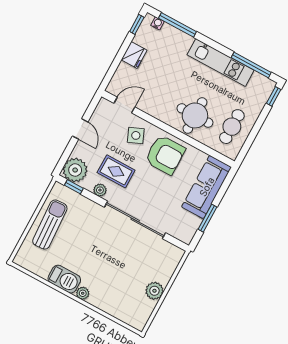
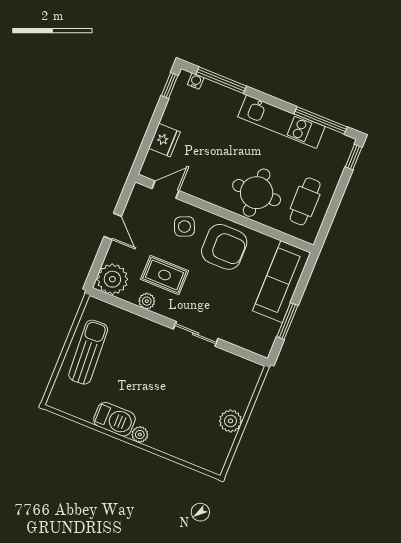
fridge: (134, 55) -> (164, 140), moved
window: (74, 187) -> (113, 301), removed
sliding door: (135, 220) -> (196, 334), width x0.54

